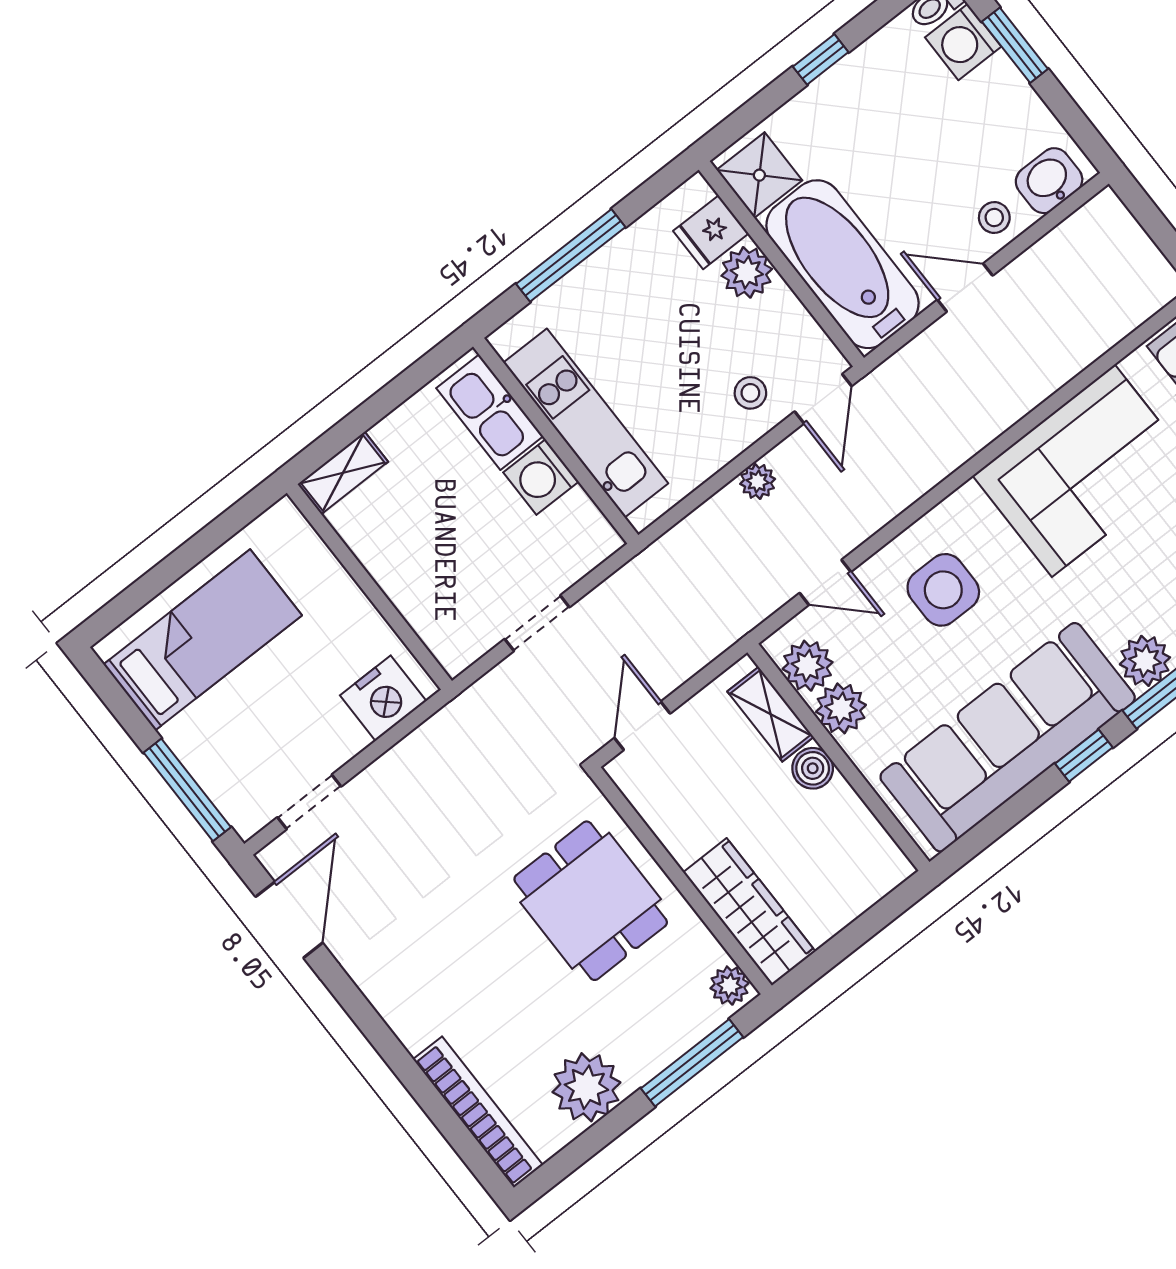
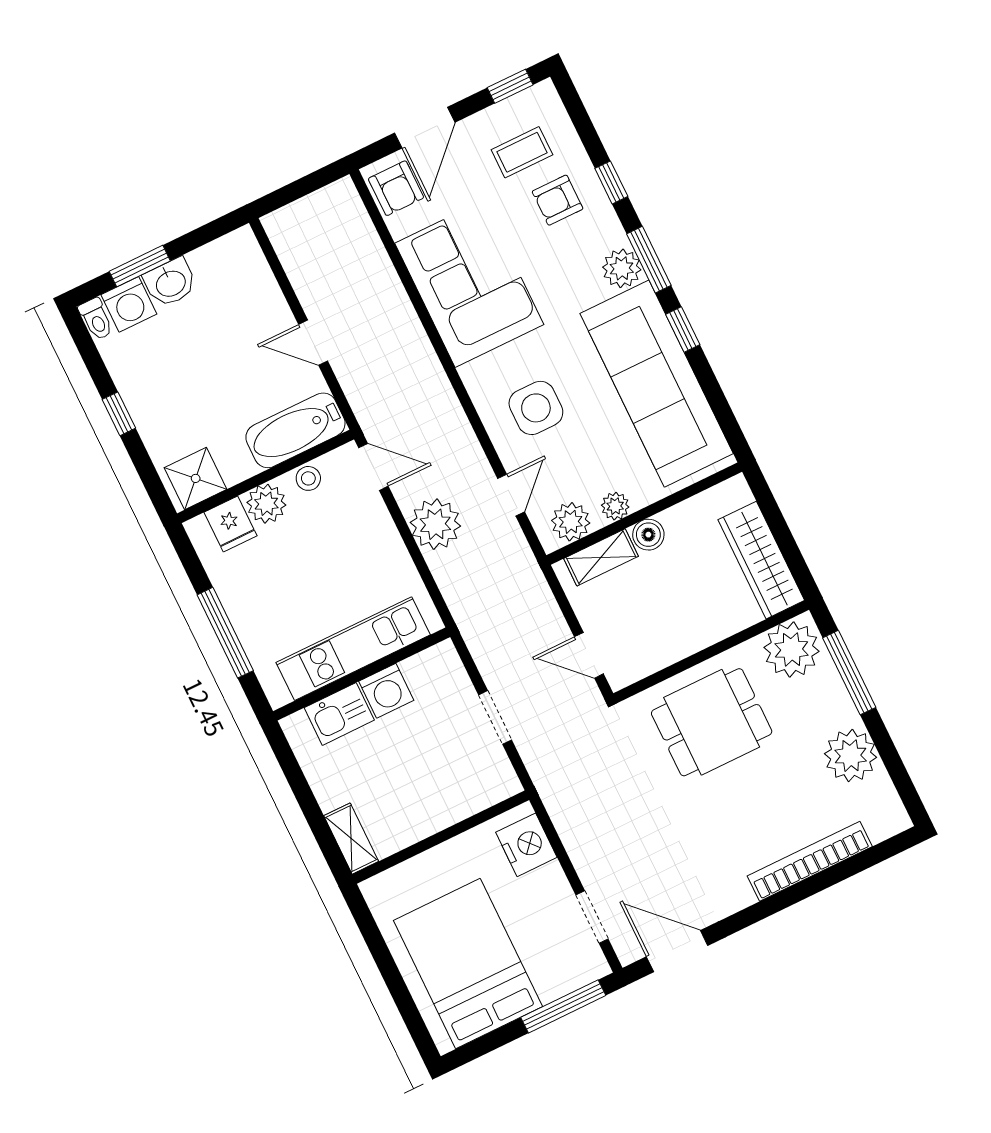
washbasin: (1049, 181) -> (170, 283), moved, turned -90
stool: (994, 218) -> (265, 309), removed
bathtub: (843, 264) -> (295, 430), width x0.73, depth x0.73
door: (965, 288) -> (313, 343), hinge flipped
stool: (750, 393) -> (308, 478), moved
kitchen sink: (490, 412) -> (339, 714), width x0.73
plant: (758, 481) -> (435, 524), width x1.87, depth x1.87
bed: (203, 640) -> (468, 964), width x1.50
plant: (841, 708) -> (615, 506), width x0.73, depth x0.73
wardrobe: (749, 912) -> (761, 560), moved, turned -90
plant: (730, 986) -> (792, 649), width x1.87, depth x1.87
bookcase: (478, 1112) -> (810, 861), moved

